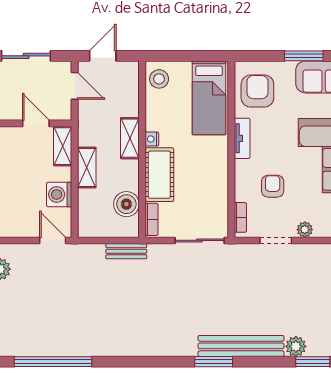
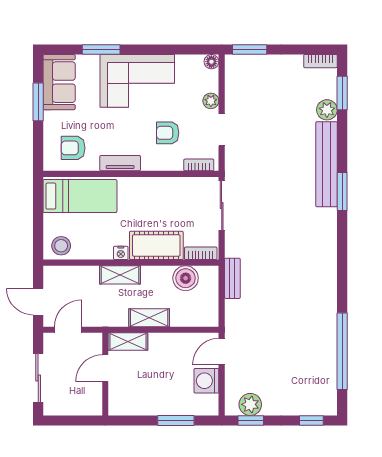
armchair: (257, 91) -> (73, 148), width x0.72, depth x0.72
washing machine: (59, 194) -> (206, 381), moved, turned 90

